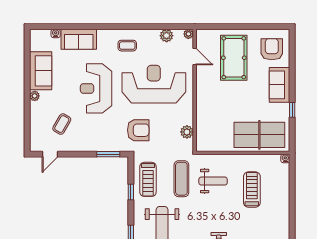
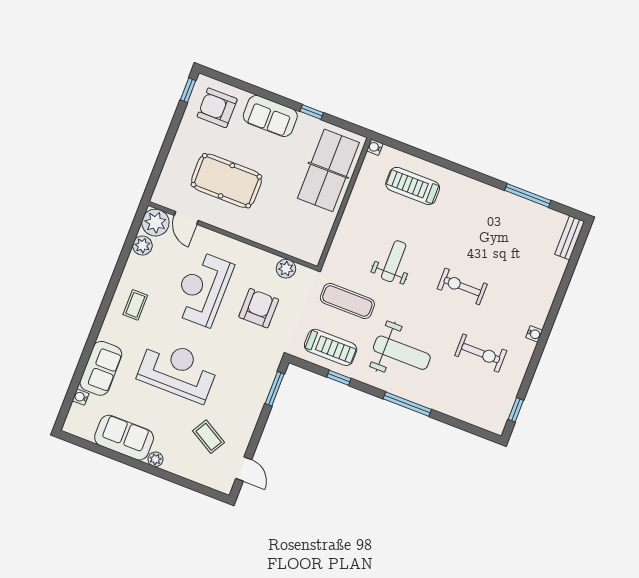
window: (276, 27) -> (188, 90), added
plant: (188, 34) -> (155, 223), width x1.88, depth x1.88
door: (195, 57) -> (186, 218), swing flipped
pool table: (234, 58) -> (226, 181), moved
reception desk: (154, 84) -> (203, 289), width x0.74, depth x0.77
reception desk: (96, 88) -> (178, 371), turned 180
armchair: (138, 130) -> (259, 308), moved
weight bench: (213, 181) -> (394, 261), moved
treadmill: (252, 190) -> (413, 186), moved

